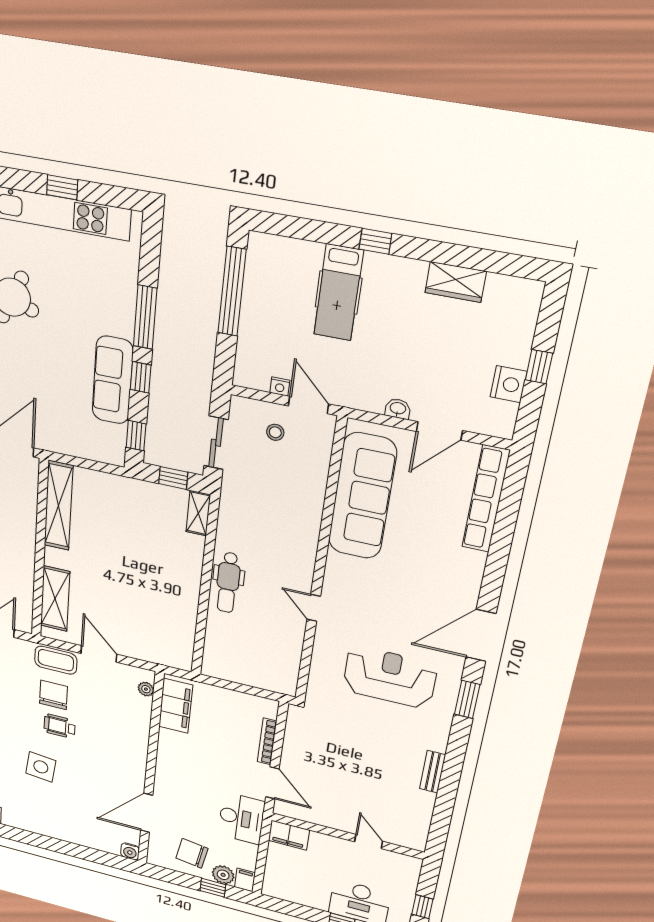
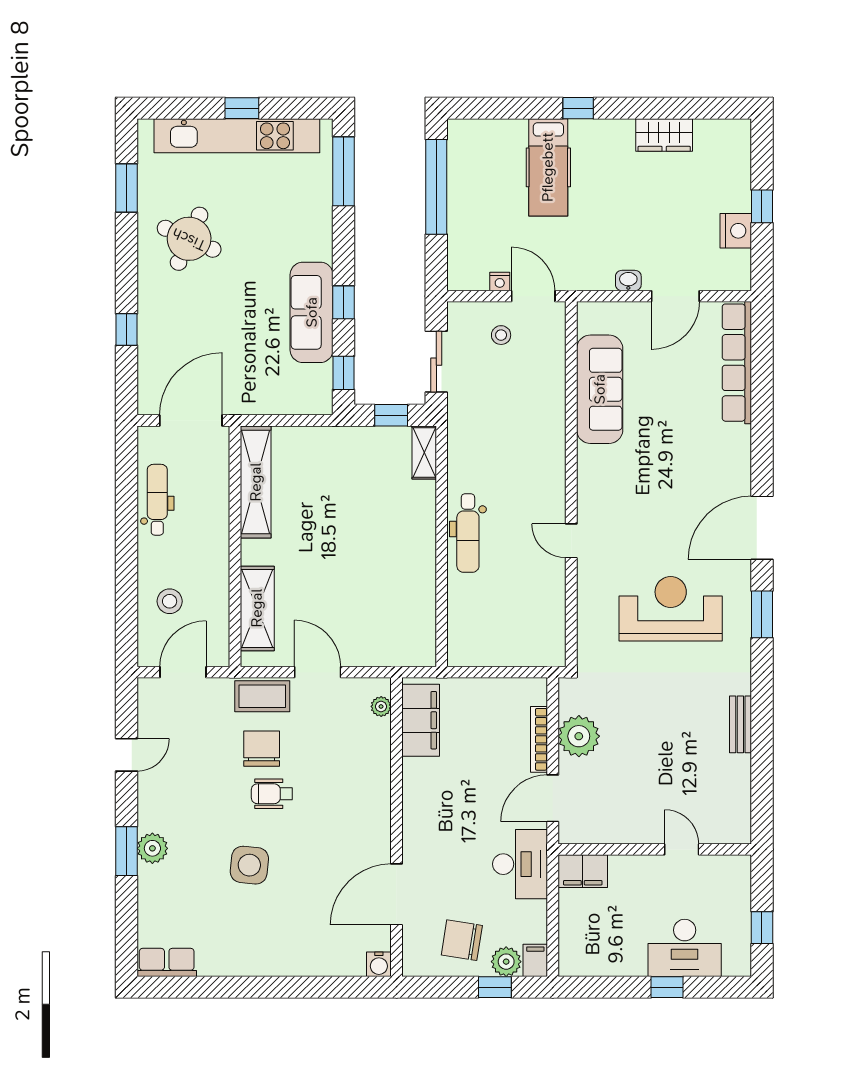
window: (145, 317) -> (344, 171), moved
sofa: (362, 496) -> (600, 389), width x0.74, depth x0.79
plant: (299, 747) -> (579, 736), added
door: (272, 783) -> (553, 798), swing flipped

